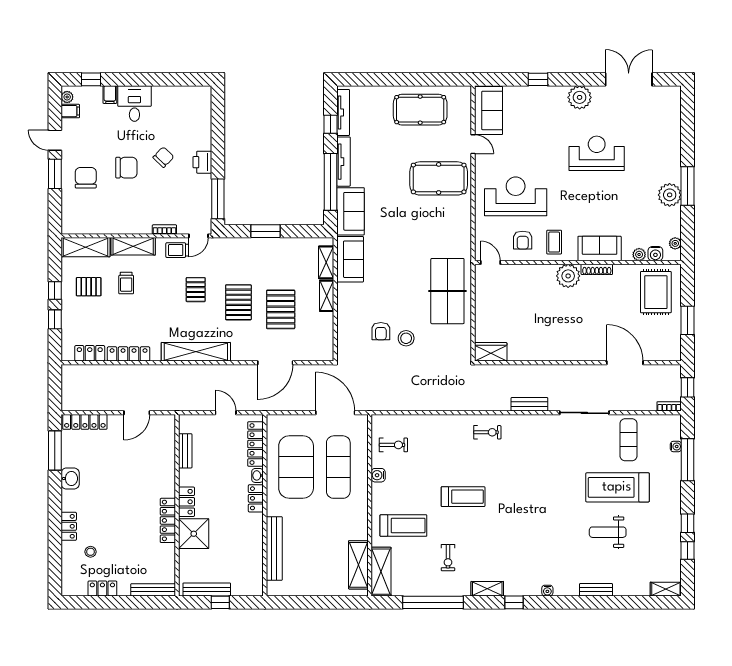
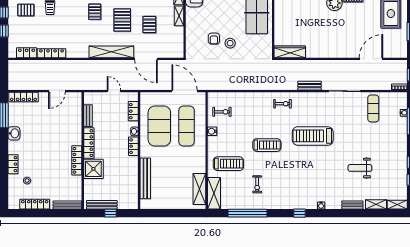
pallet: (281, 309) -> (149, 25), width x0.67, depth x0.71
shelving: (196, 352) -> (111, 52), moved
wardrobe: (491, 352) -> (290, 52), width x1.50
door: (275, 363) -> (146, 59), hinge flipped
door: (625, 363) -> (371, 59), hinge flipped
locker: (256, 444) -> (133, 111), width x0.66
treadmill: (617, 487) -> (313, 136), moved
locker: (187, 502) -> (89, 143), width x1.53
locker: (102, 588) -> (35, 204), width x1.53
shelving: (487, 589) -> (376, 204), moved

